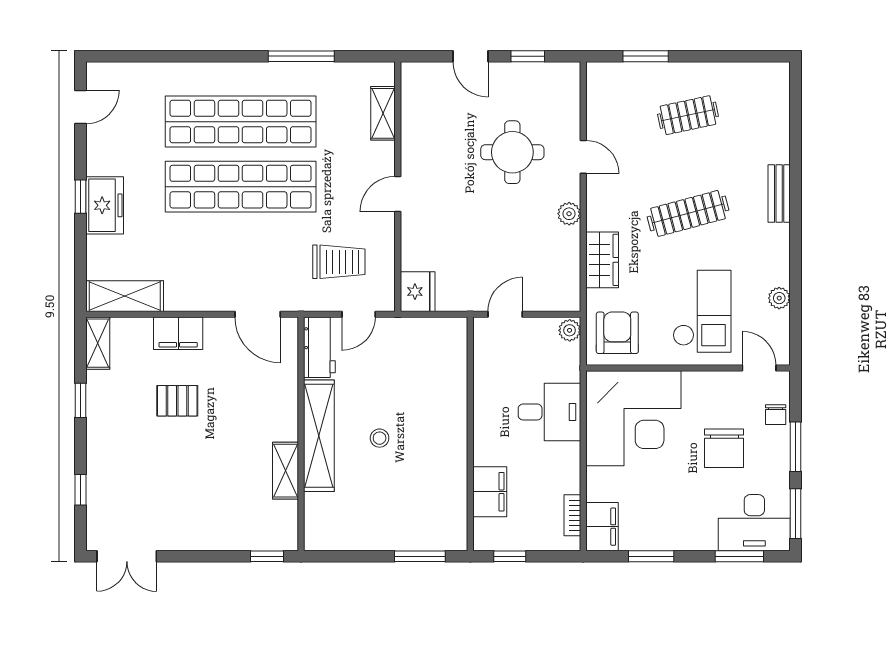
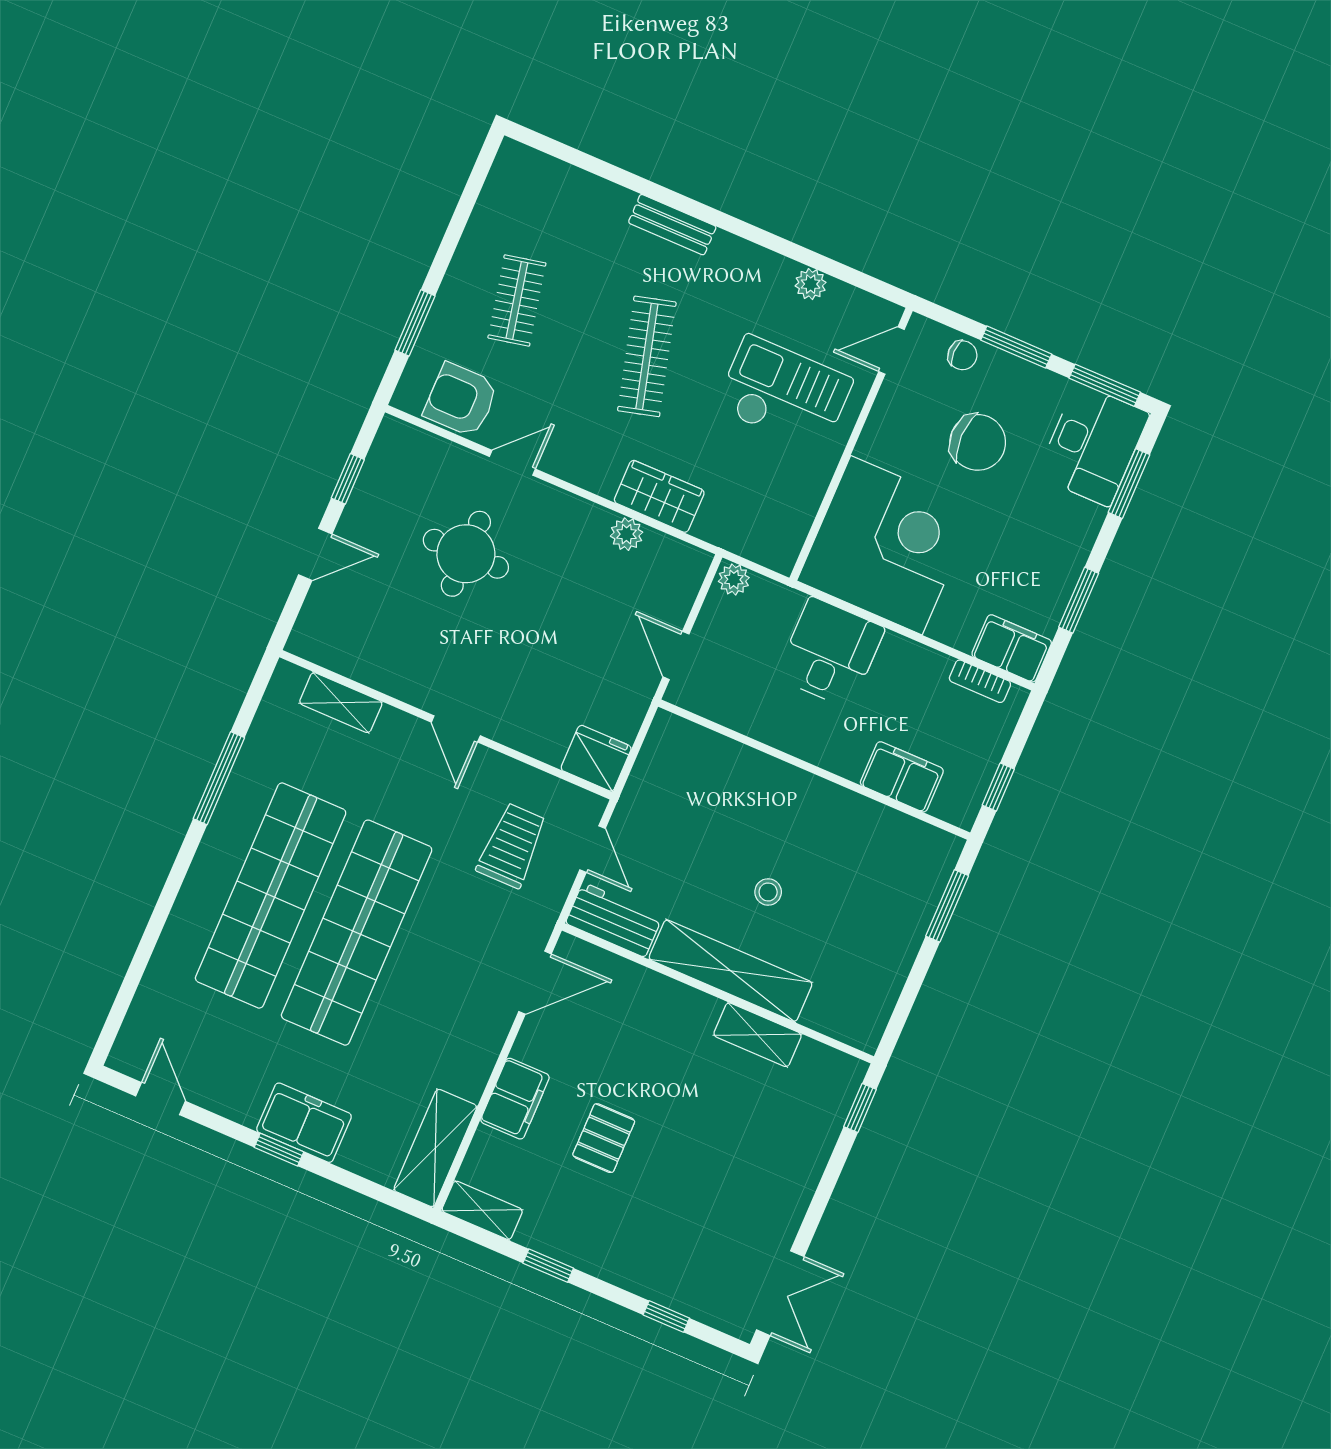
plant: (569, 214) -> (627, 534), moved
armchair: (617, 333) -> (461, 400), moved

